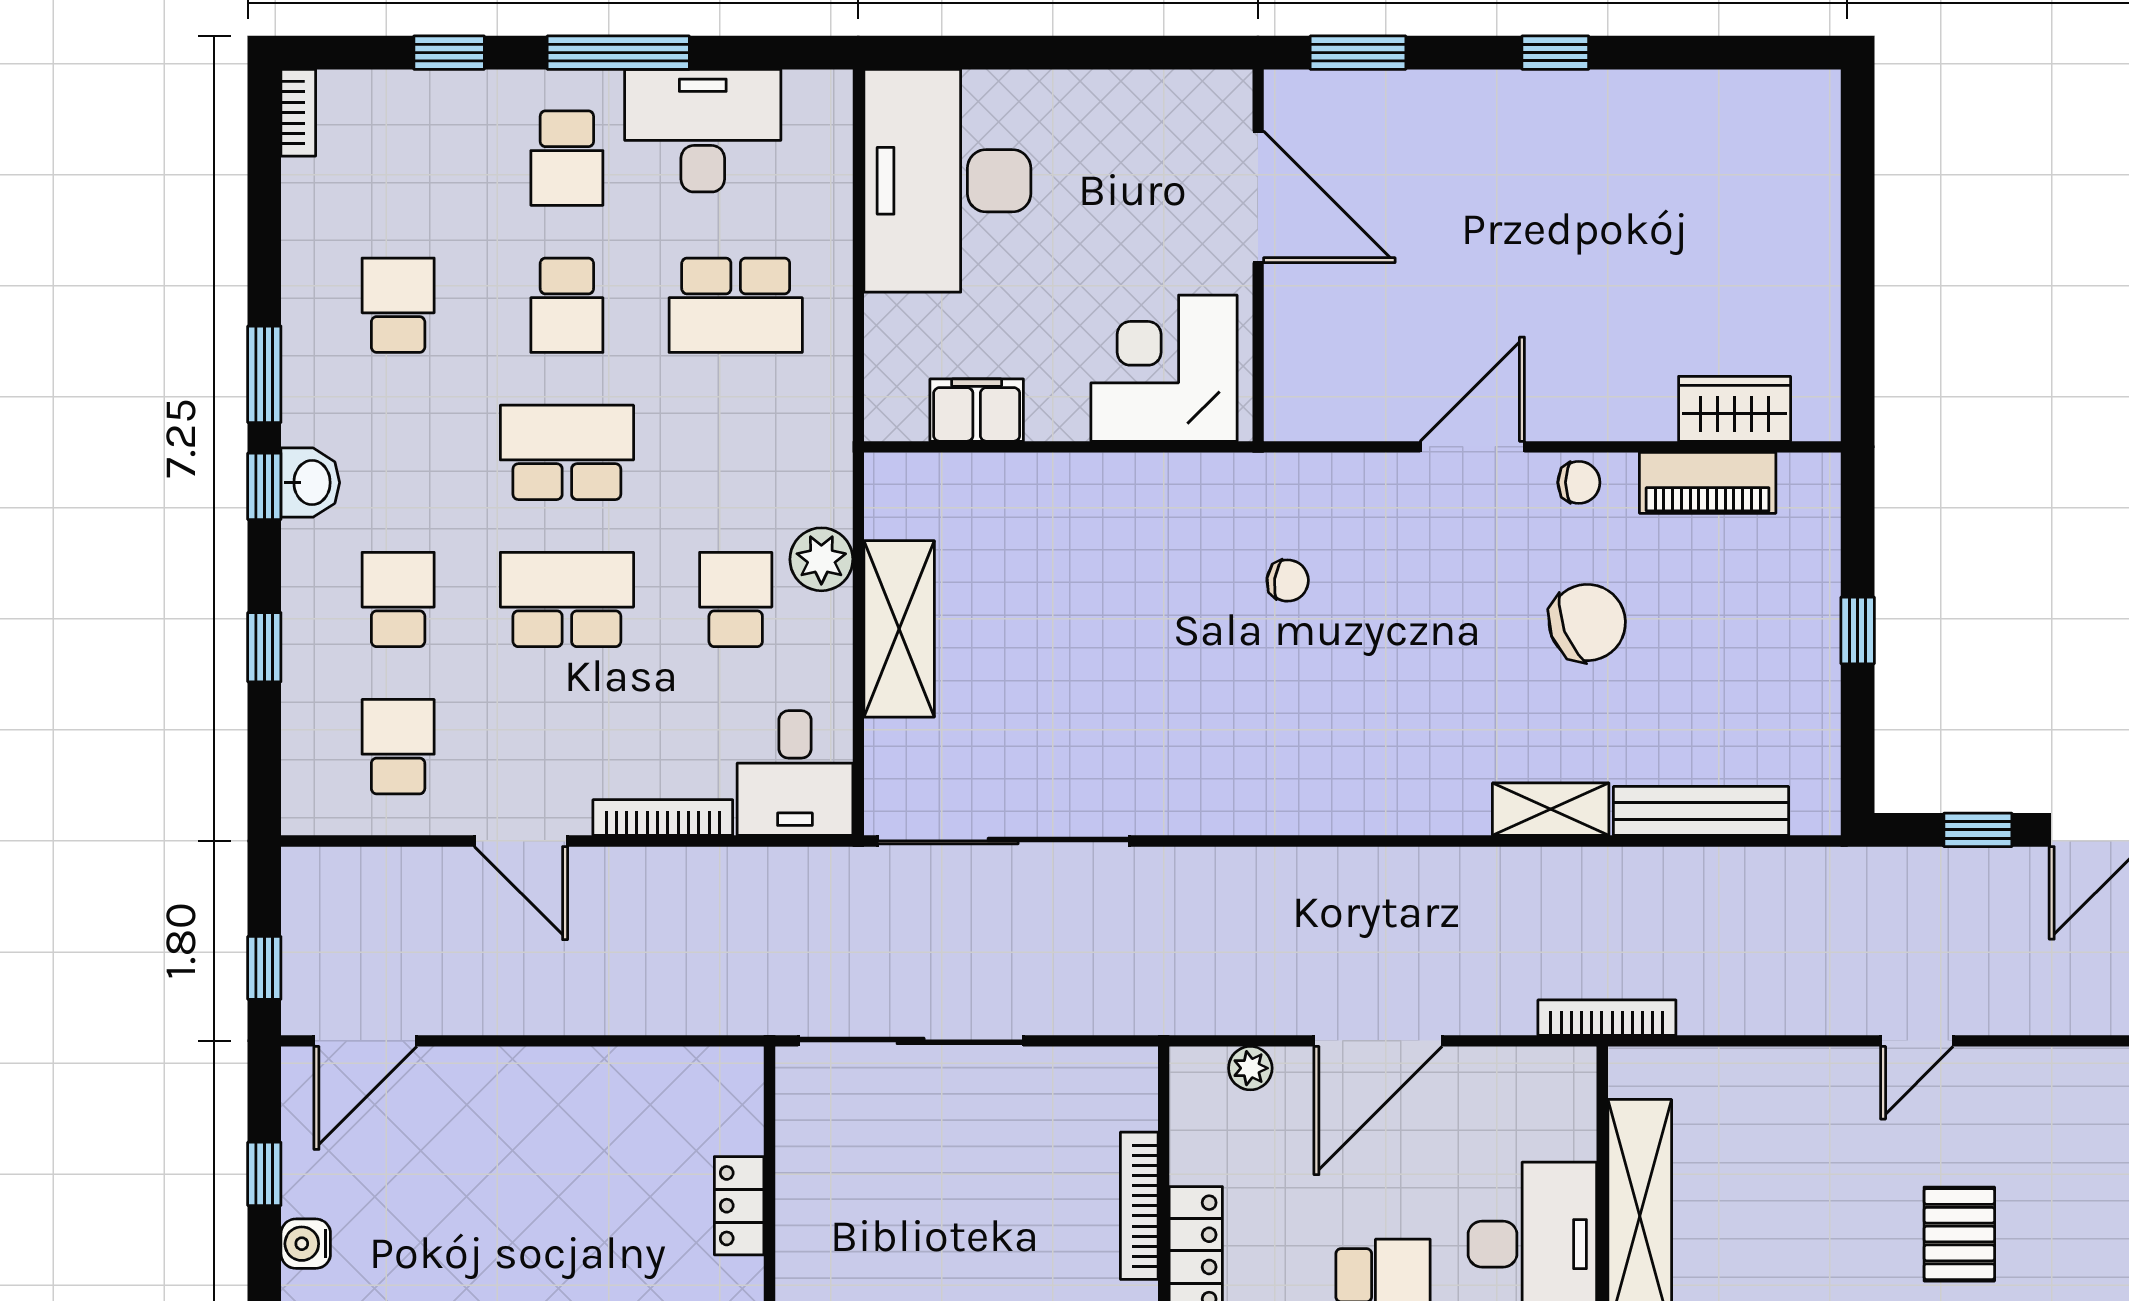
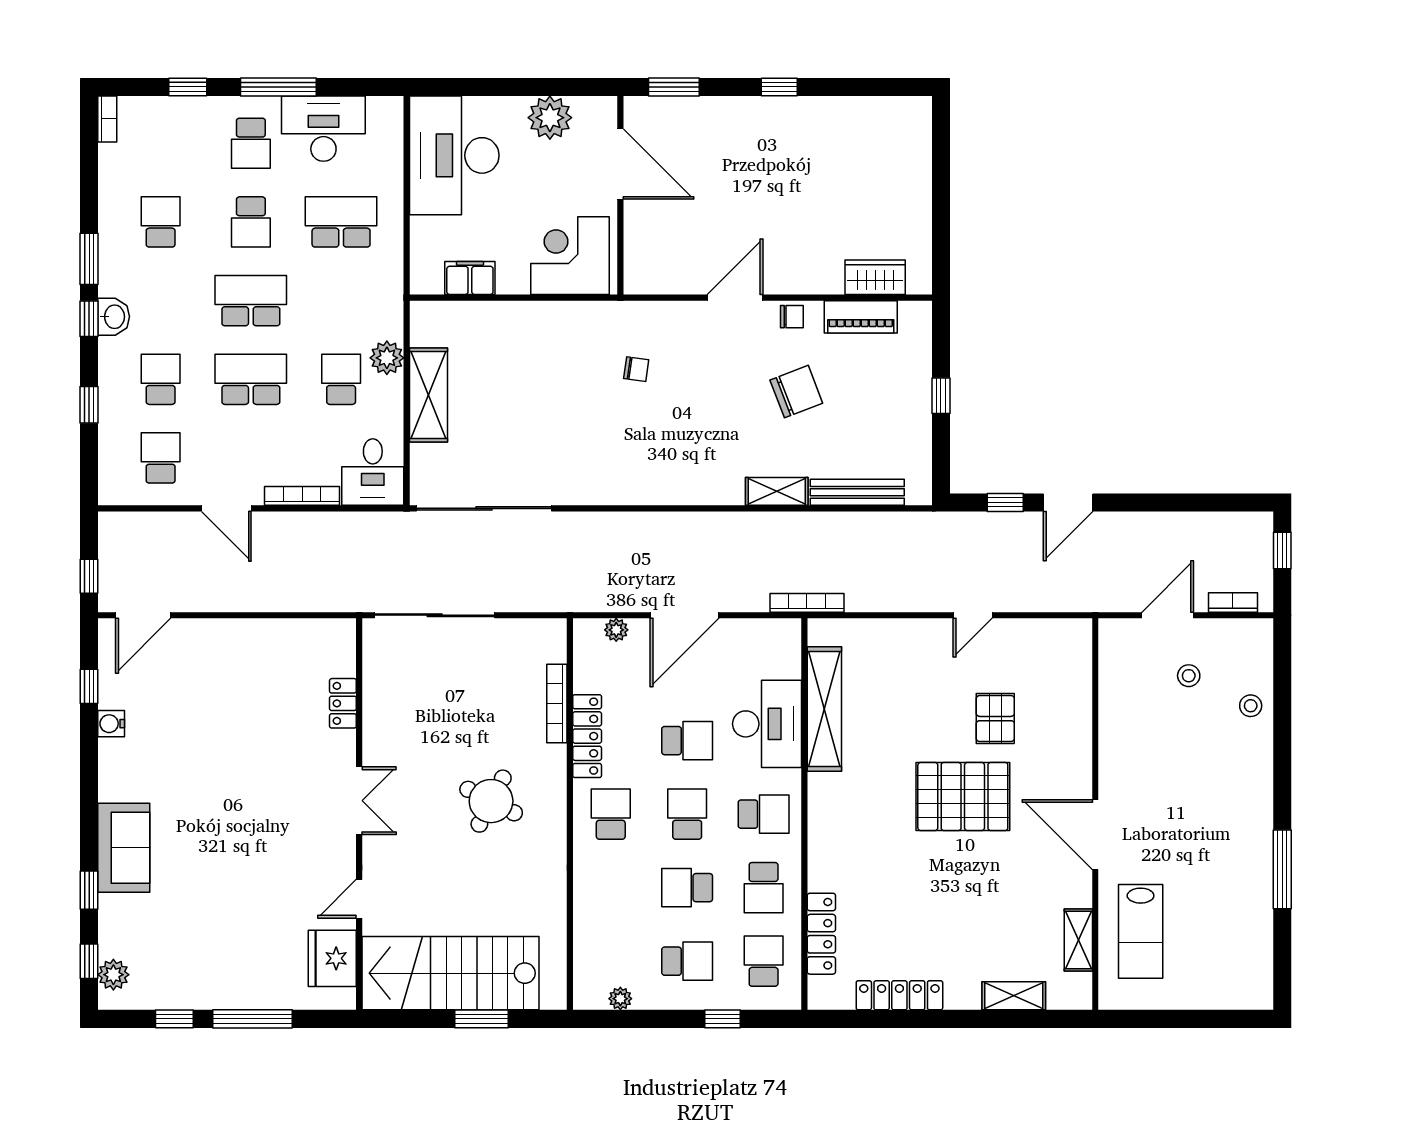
plant: (1126, 110) -> (550, 118), added
school desk: (736, 305) -> (341, 222), turned 180

